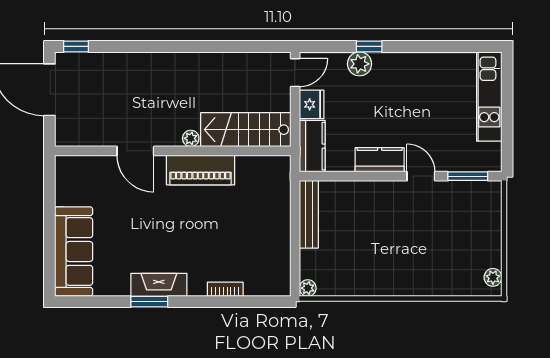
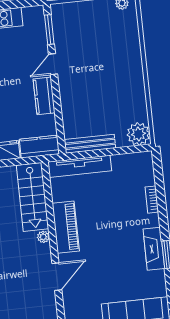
tv unit: (280, 197) -> (80, 166), added
plant: (308, 288) -> (138, 134), width x1.88, depth x1.88

